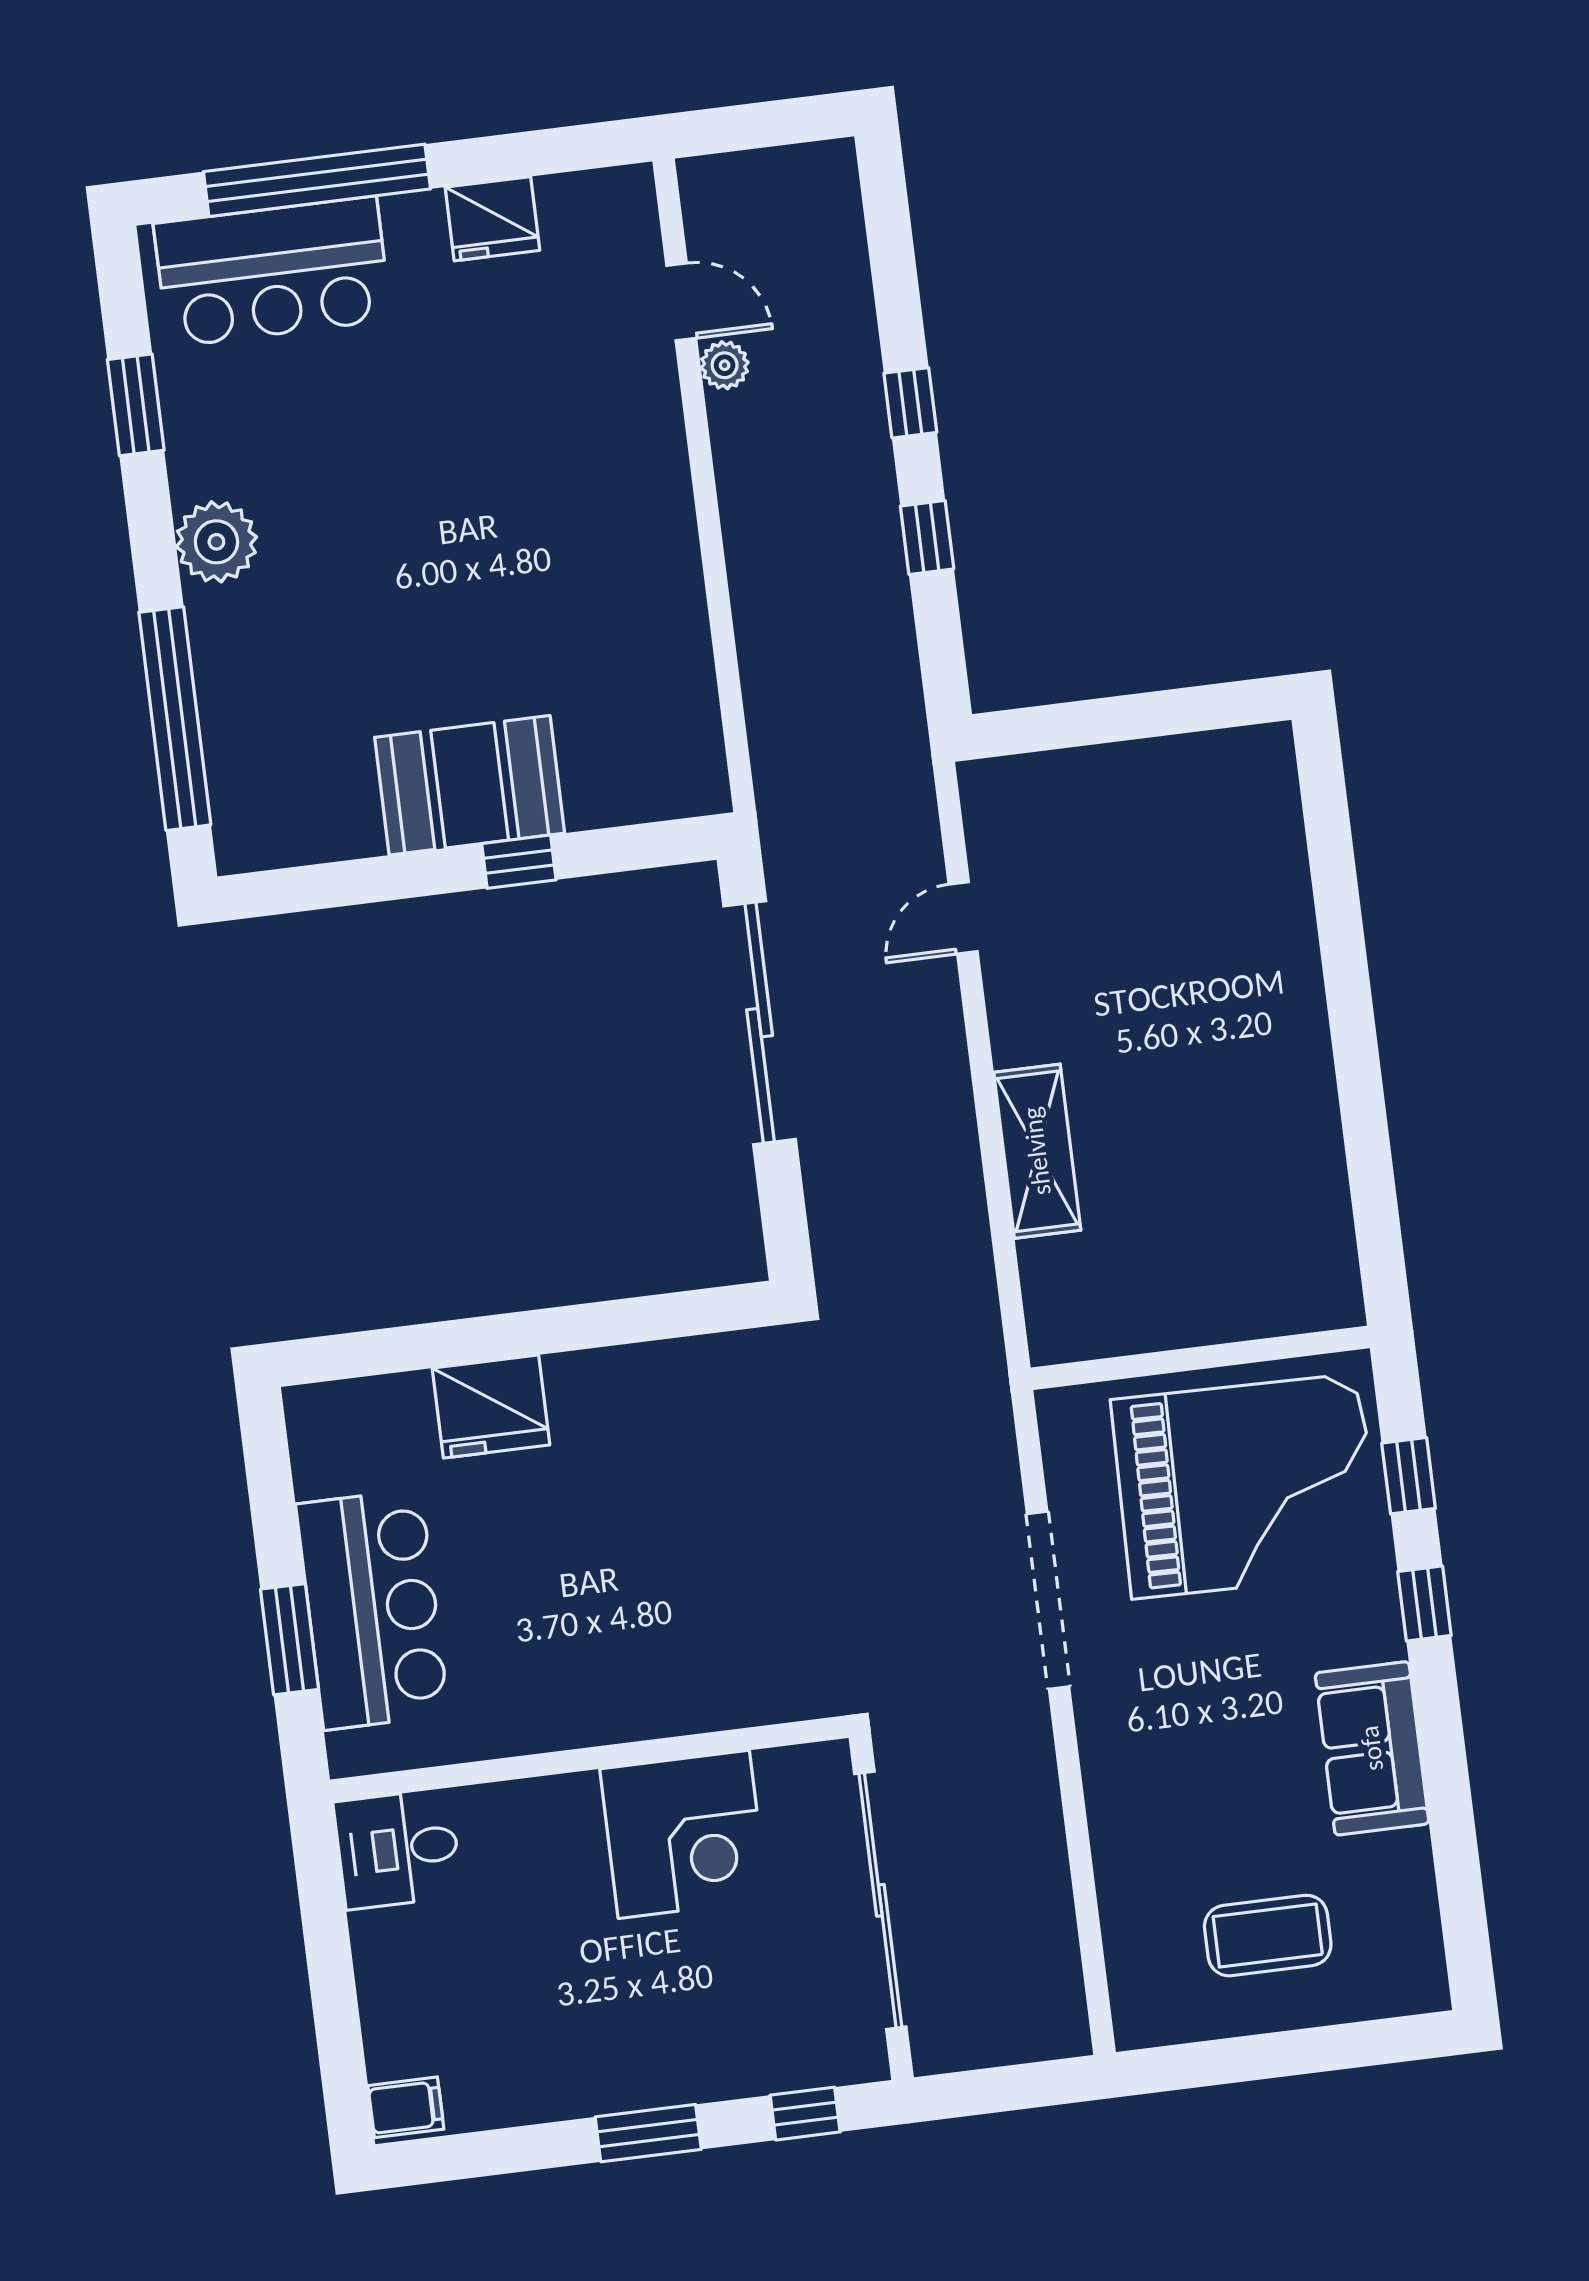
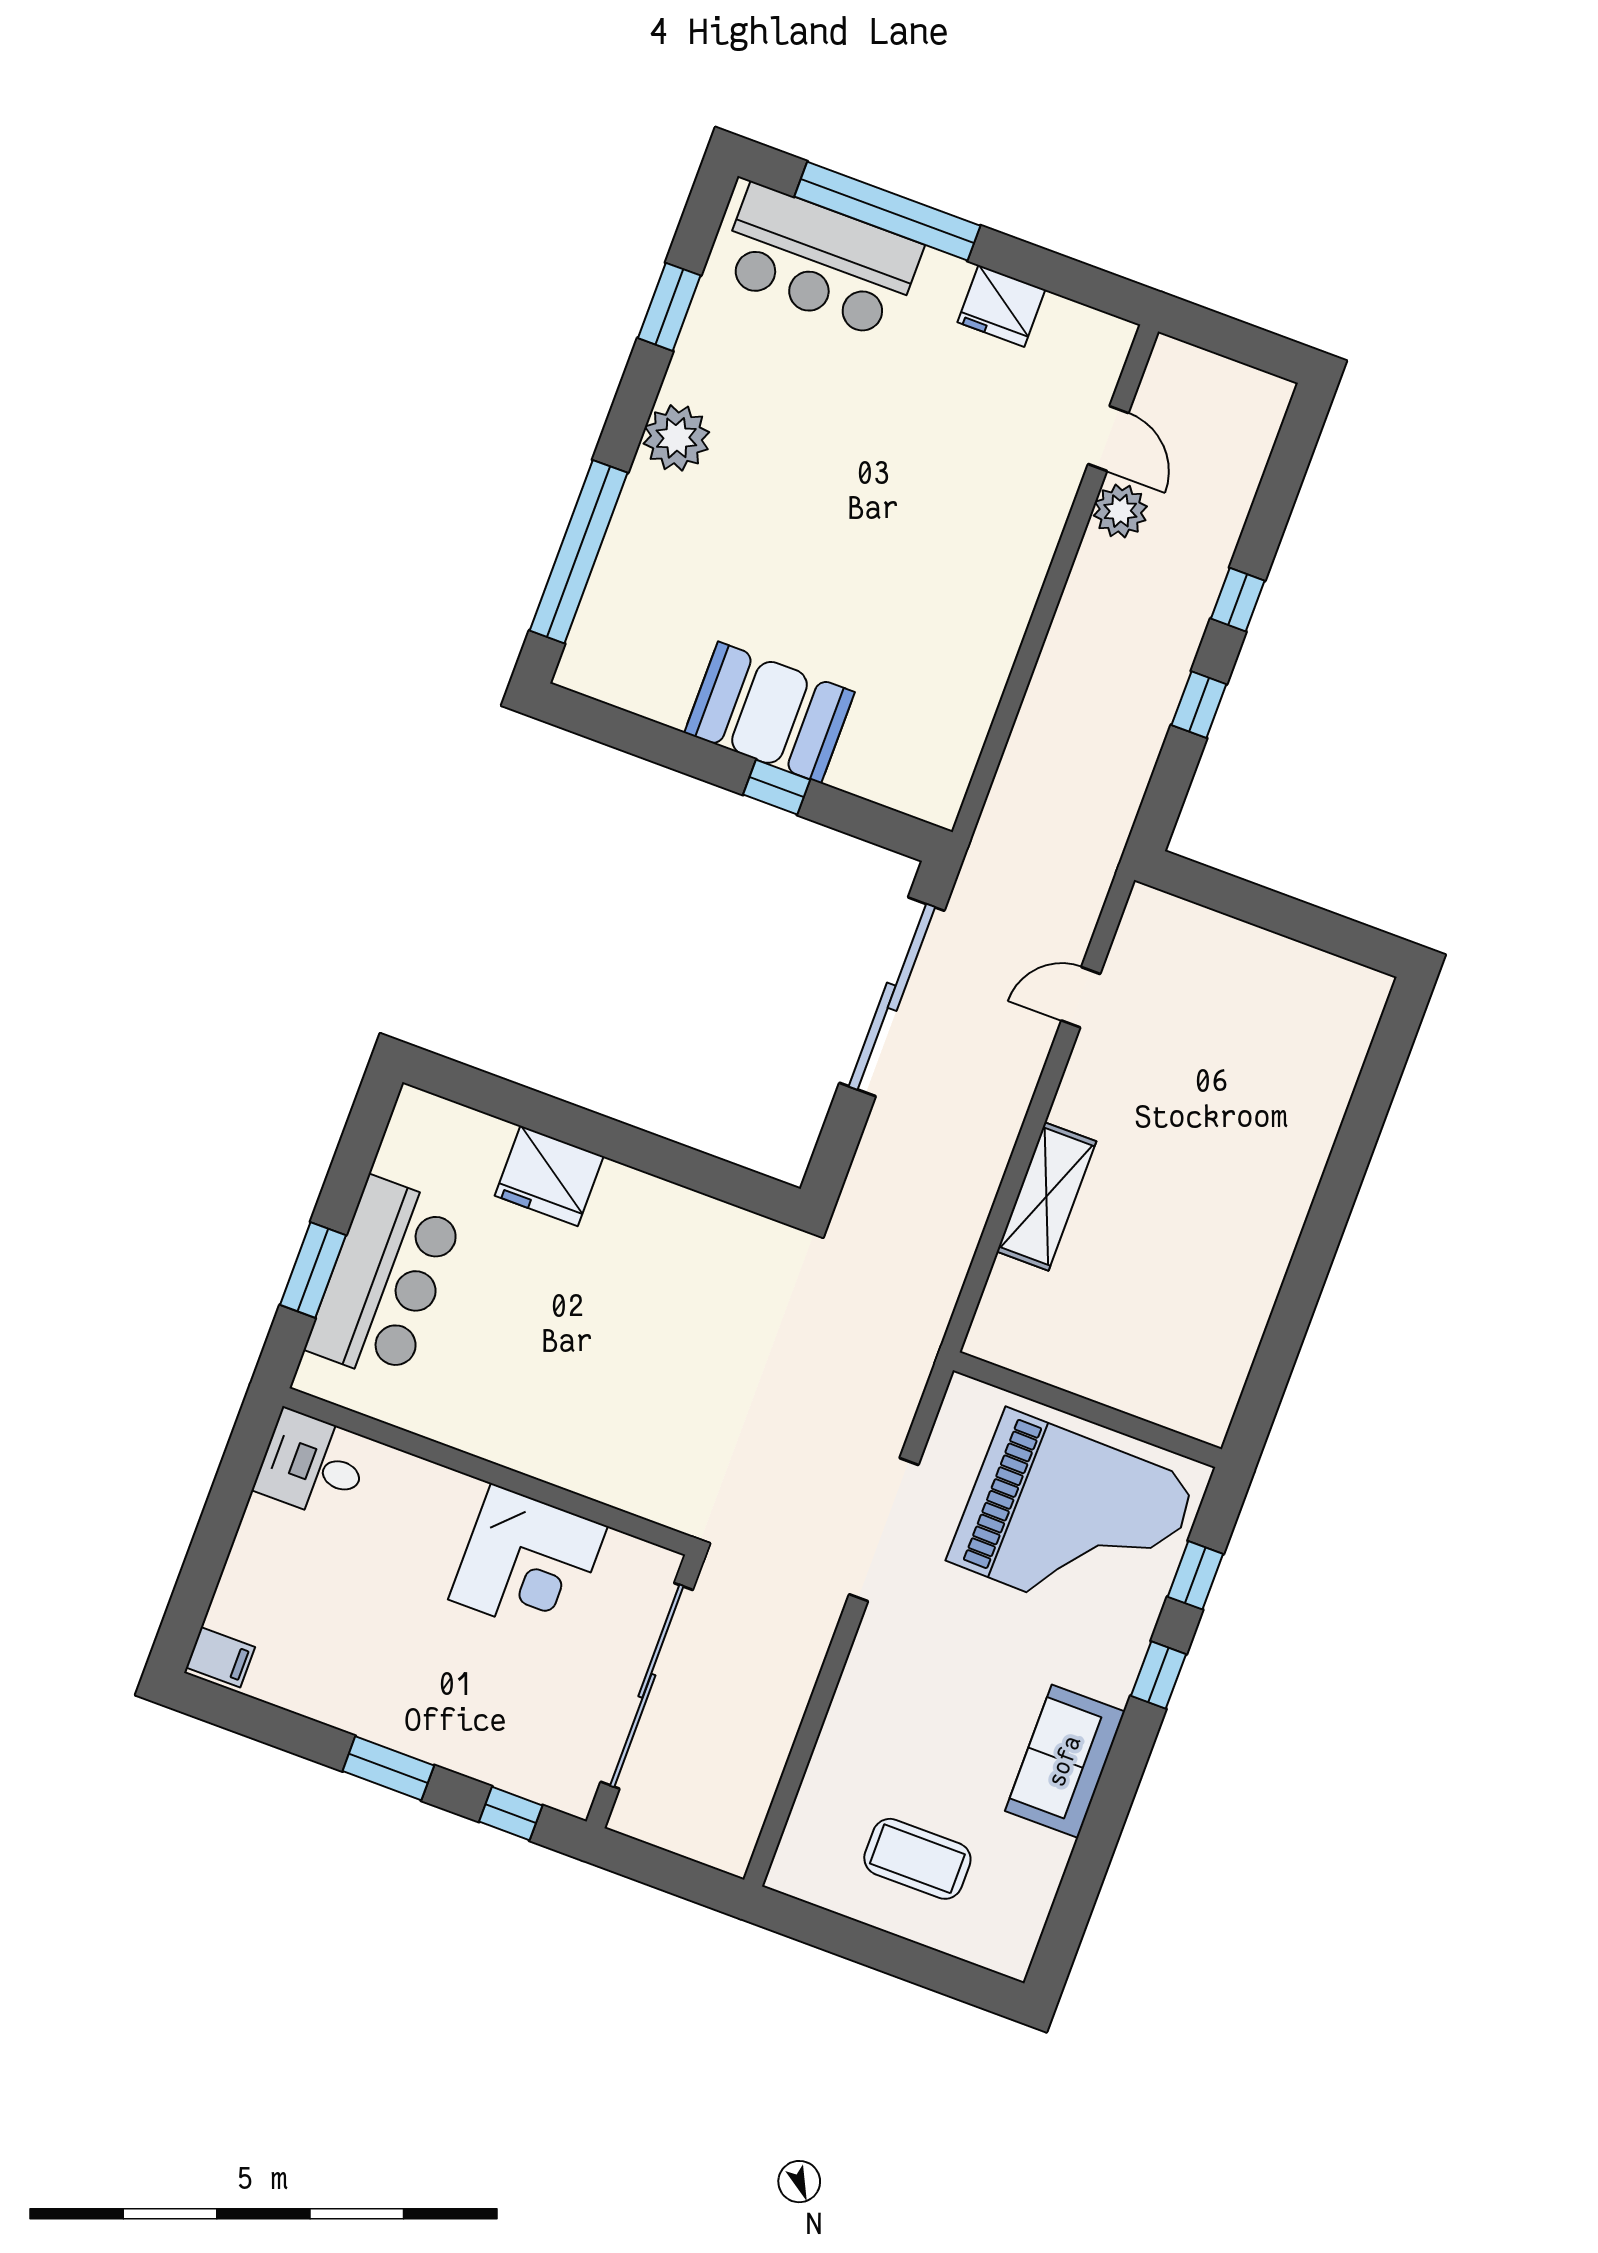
plant: (725, 365) -> (1120, 511), width x1.38, depth x1.38

